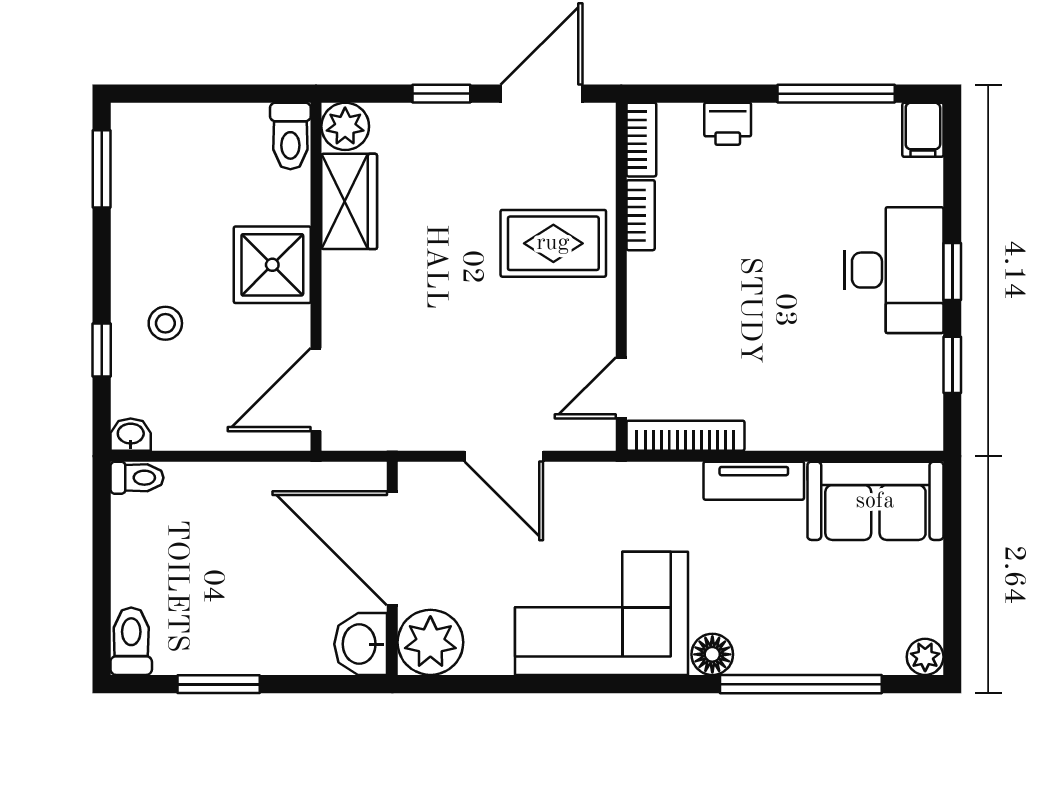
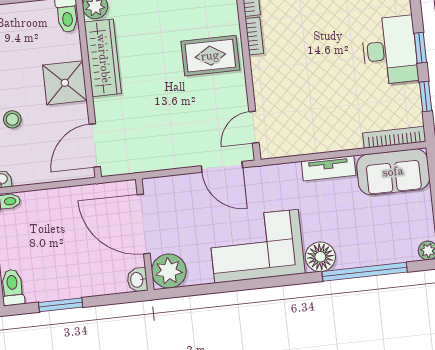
wardrobe: (349, 201) -> (103, 58), width x1.50
bookcase: (685, 436) -> (394, 137), moved
door: (504, 456) -> (222, 167), moved
washbasin: (361, 644) -> (137, 280), width x0.72, depth x0.69
floor lamp: (712, 654) -> (320, 257), width x1.38, depth x1.38

